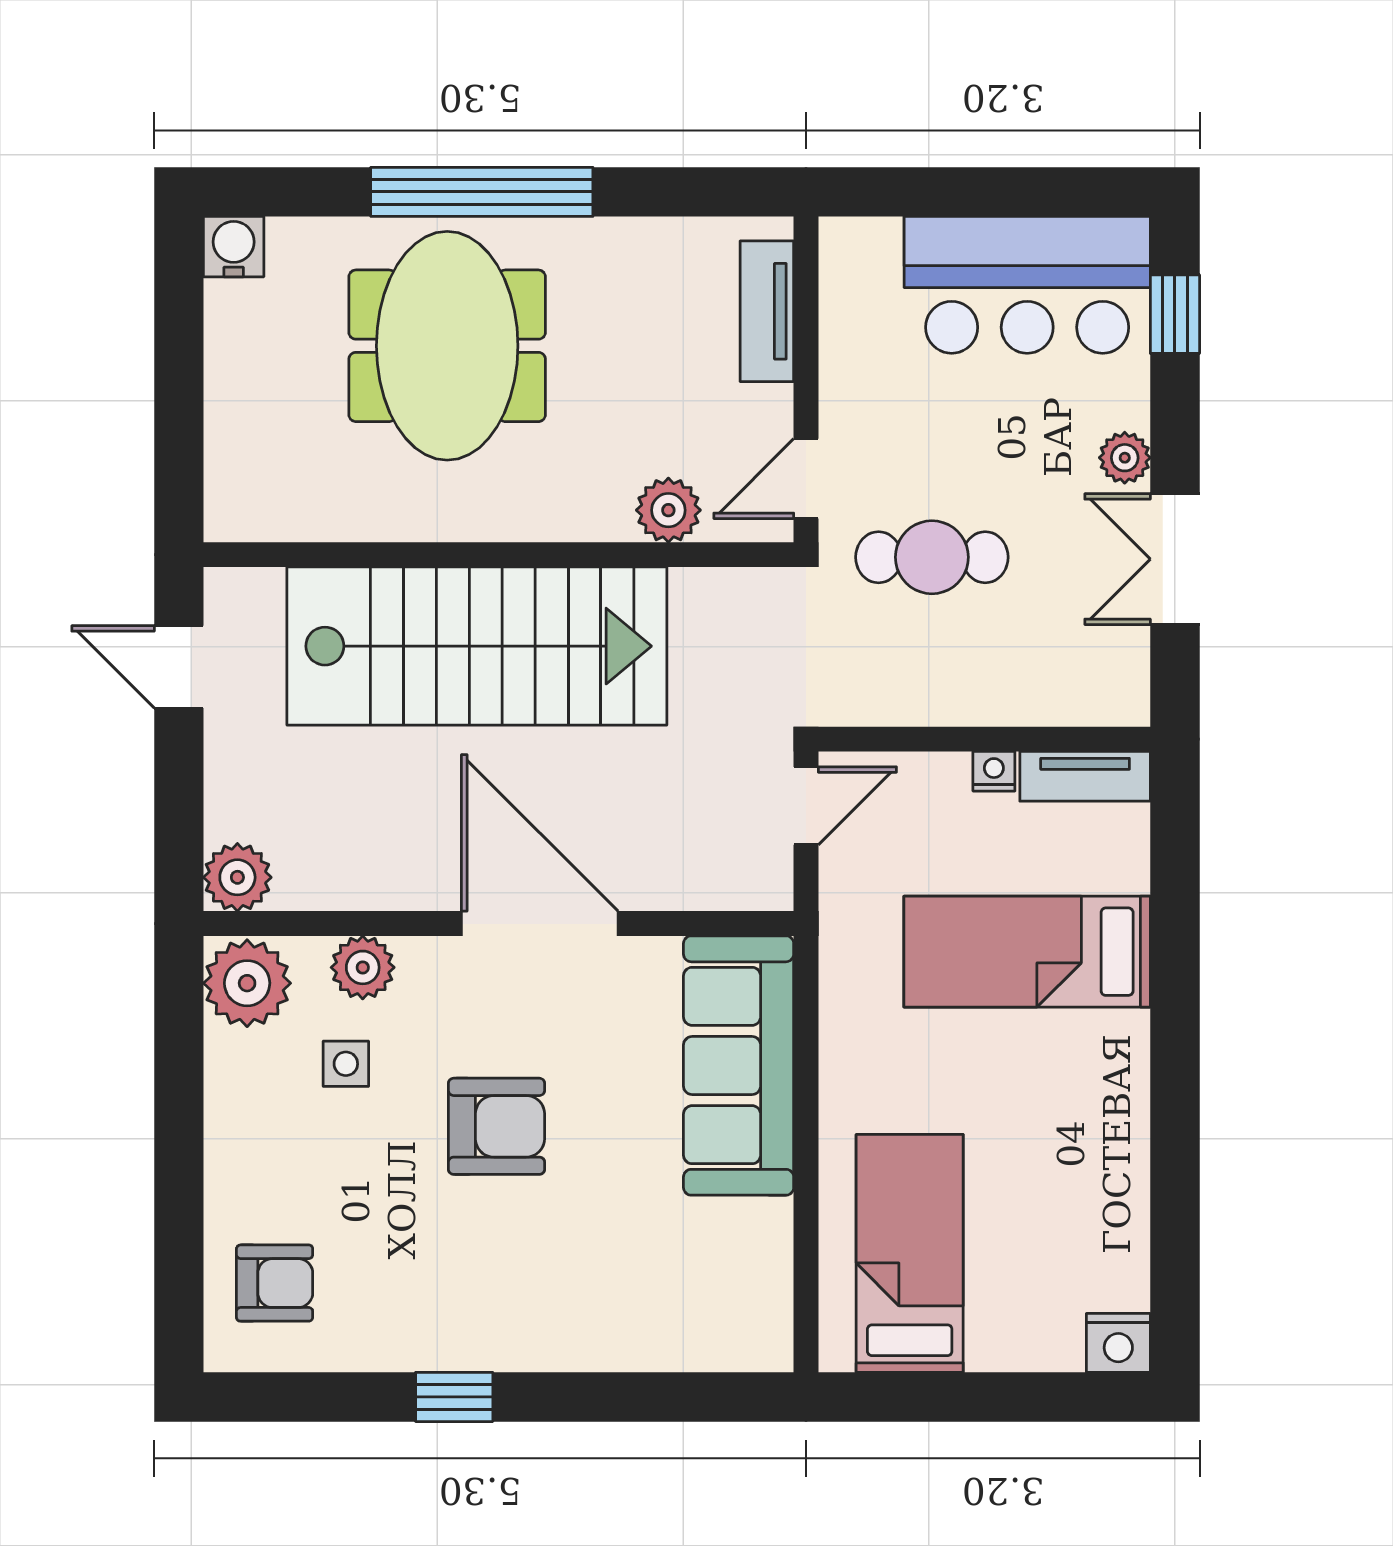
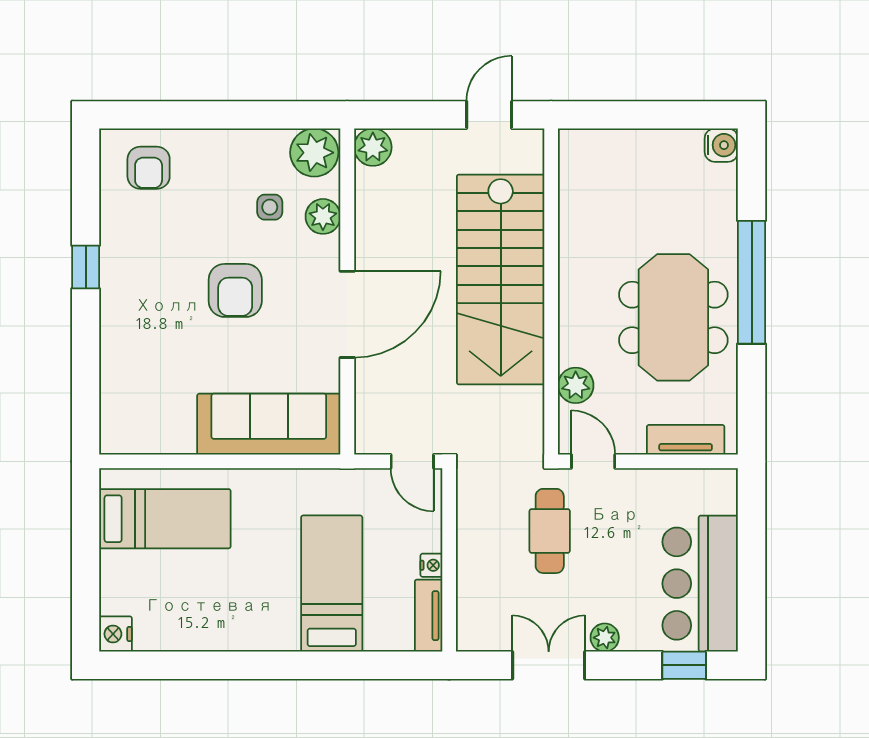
meeting table: (447, 346) -> (673, 317), moved, turned 90

